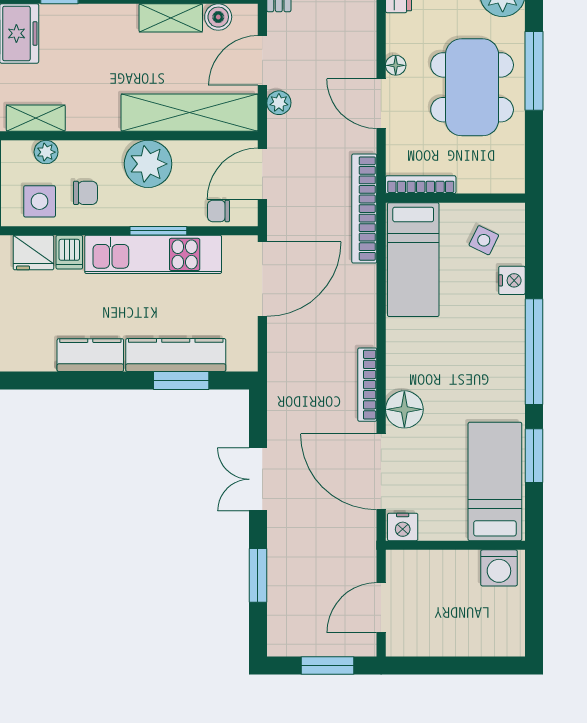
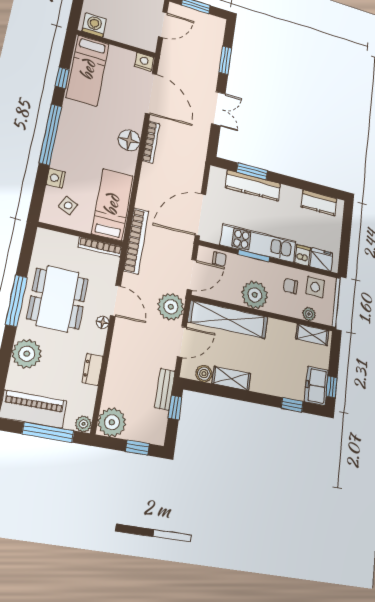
plant: (279, 103) -> (171, 307), width x1.88, depth x1.88
kitchen counter: (90, 355) -> (319, 203), moved
floor lamp: (404, 409) -> (129, 140), moved
window: (534, 456) -> (62, 78), width x0.67

